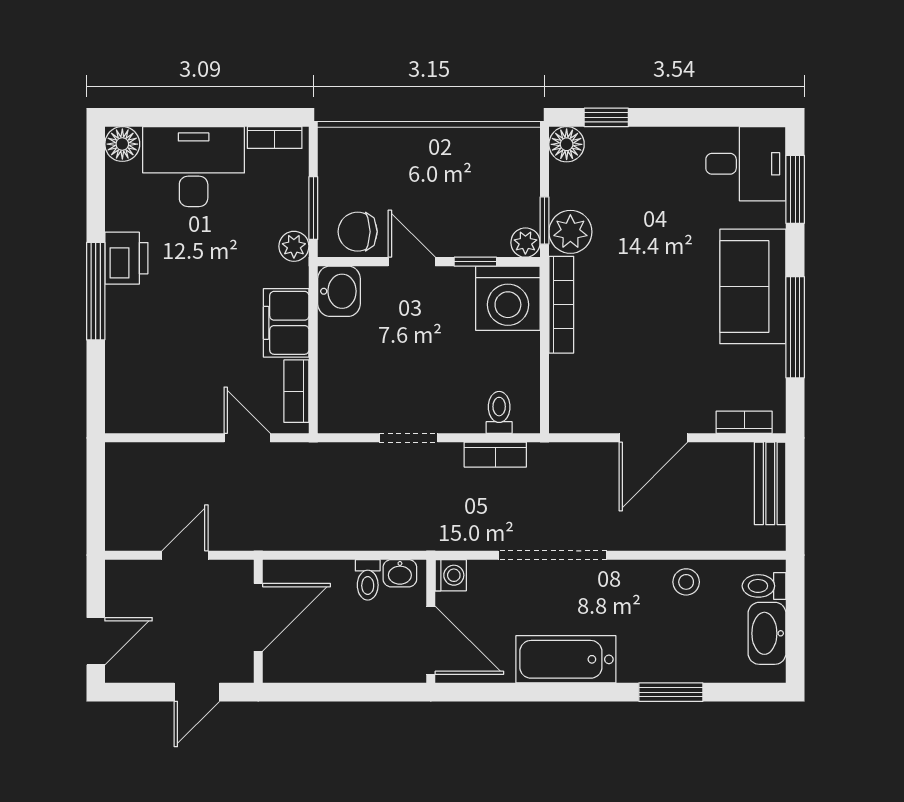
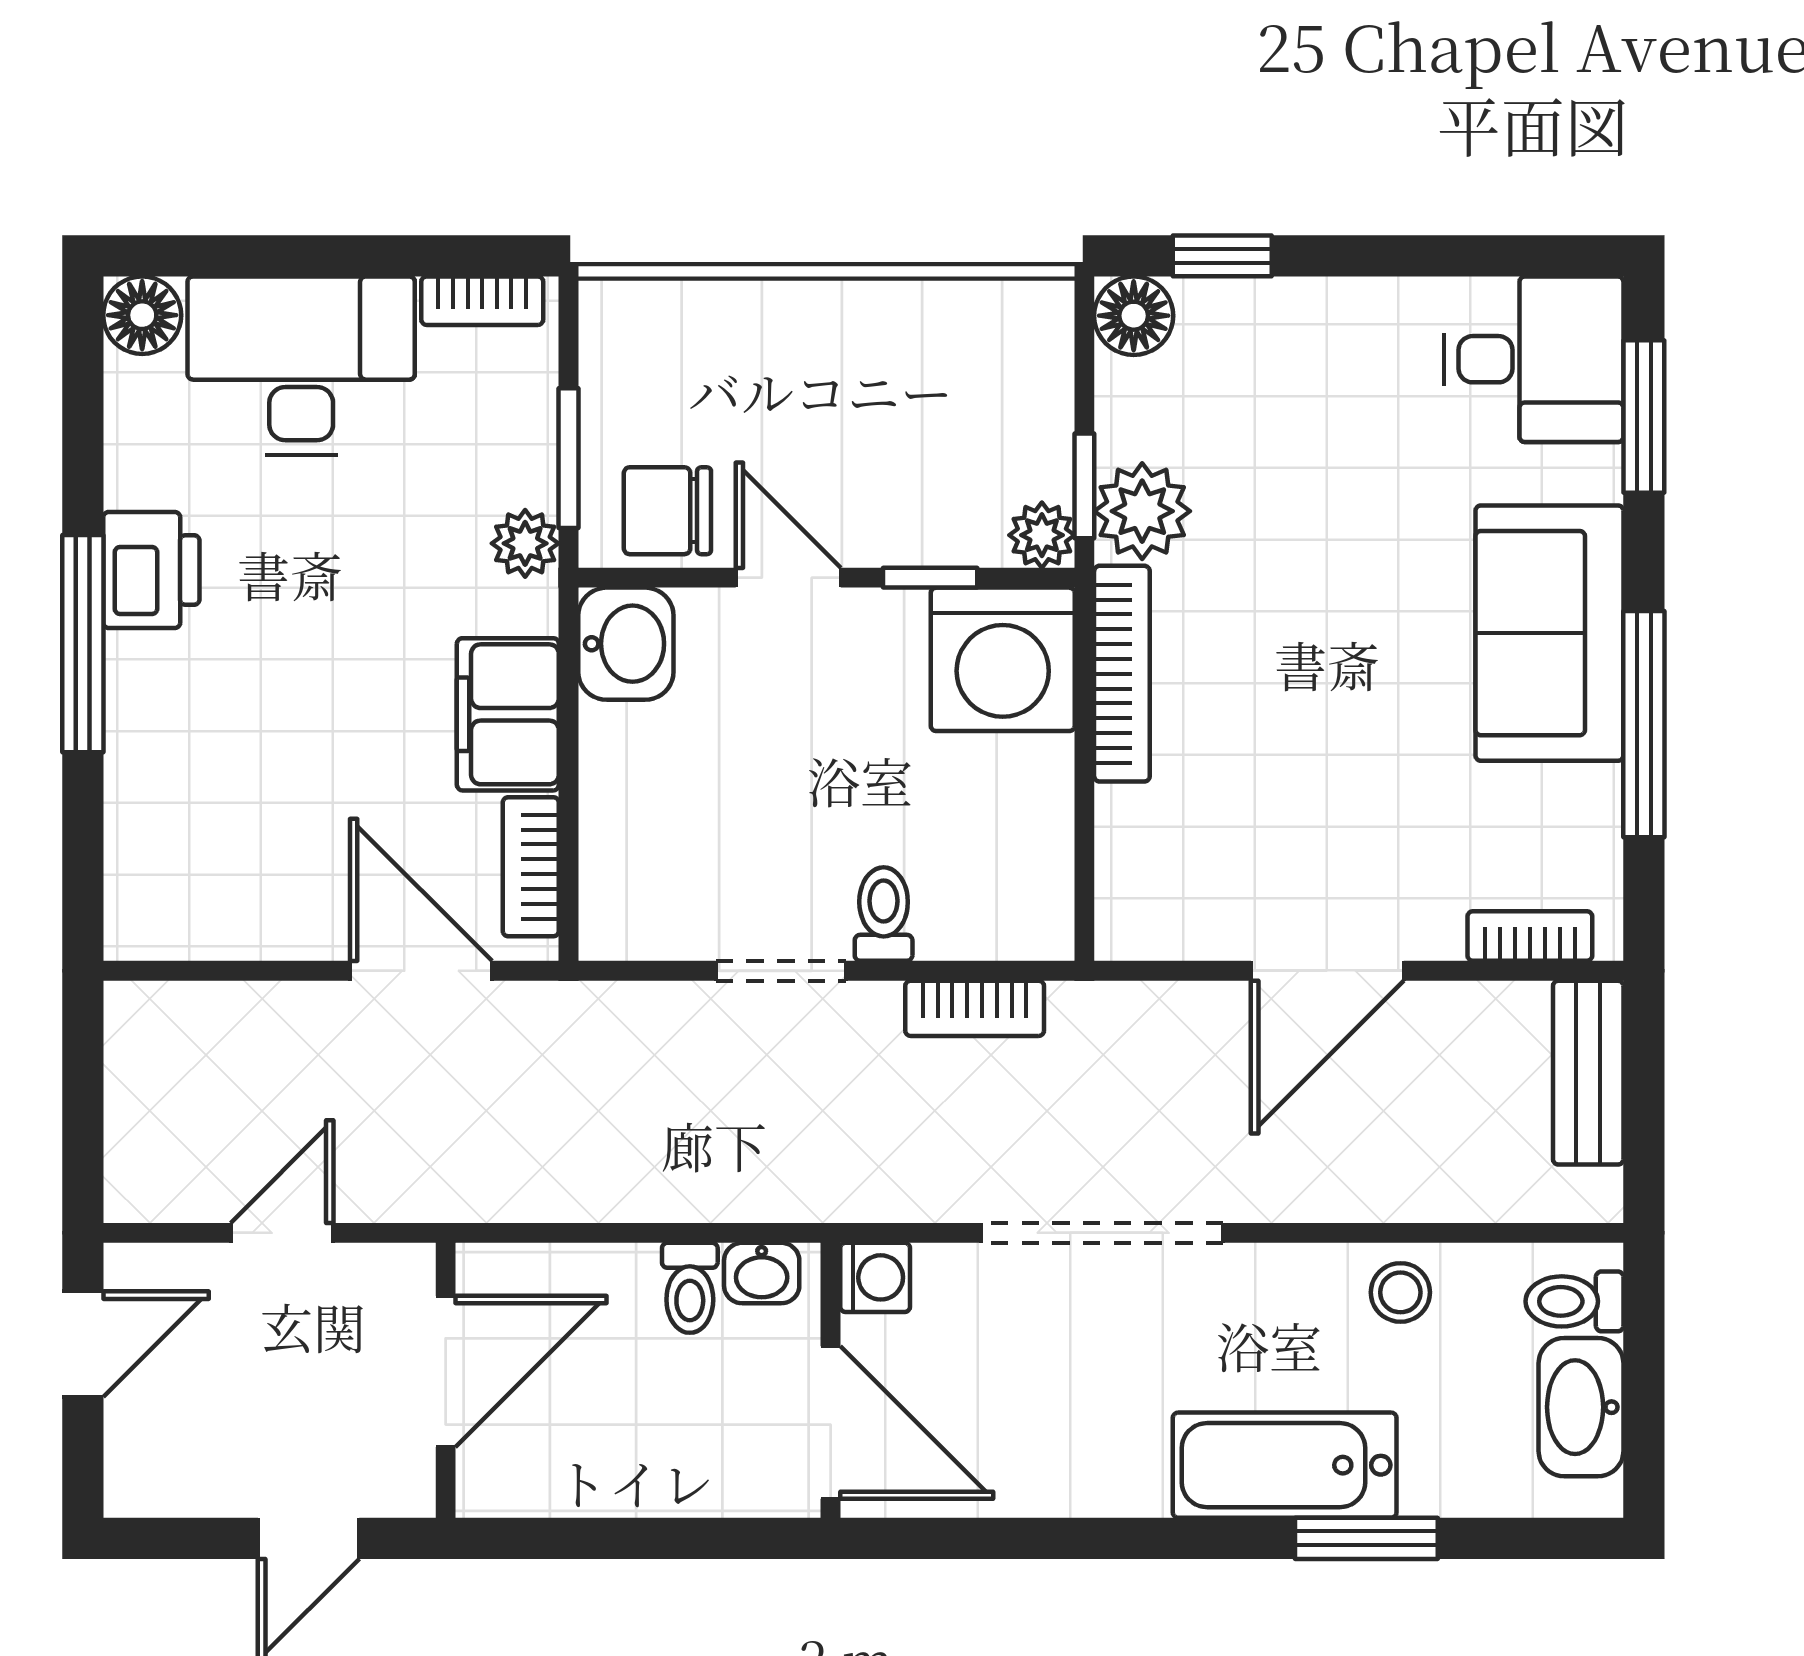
toilet: (499, 412) -> (884, 914), moved
door: (247, 438) -> (421, 971), width x1.38
door: (96, 641) -> (83, 1344), moved
bathtub: (566, 659) -> (1285, 1465), moved

